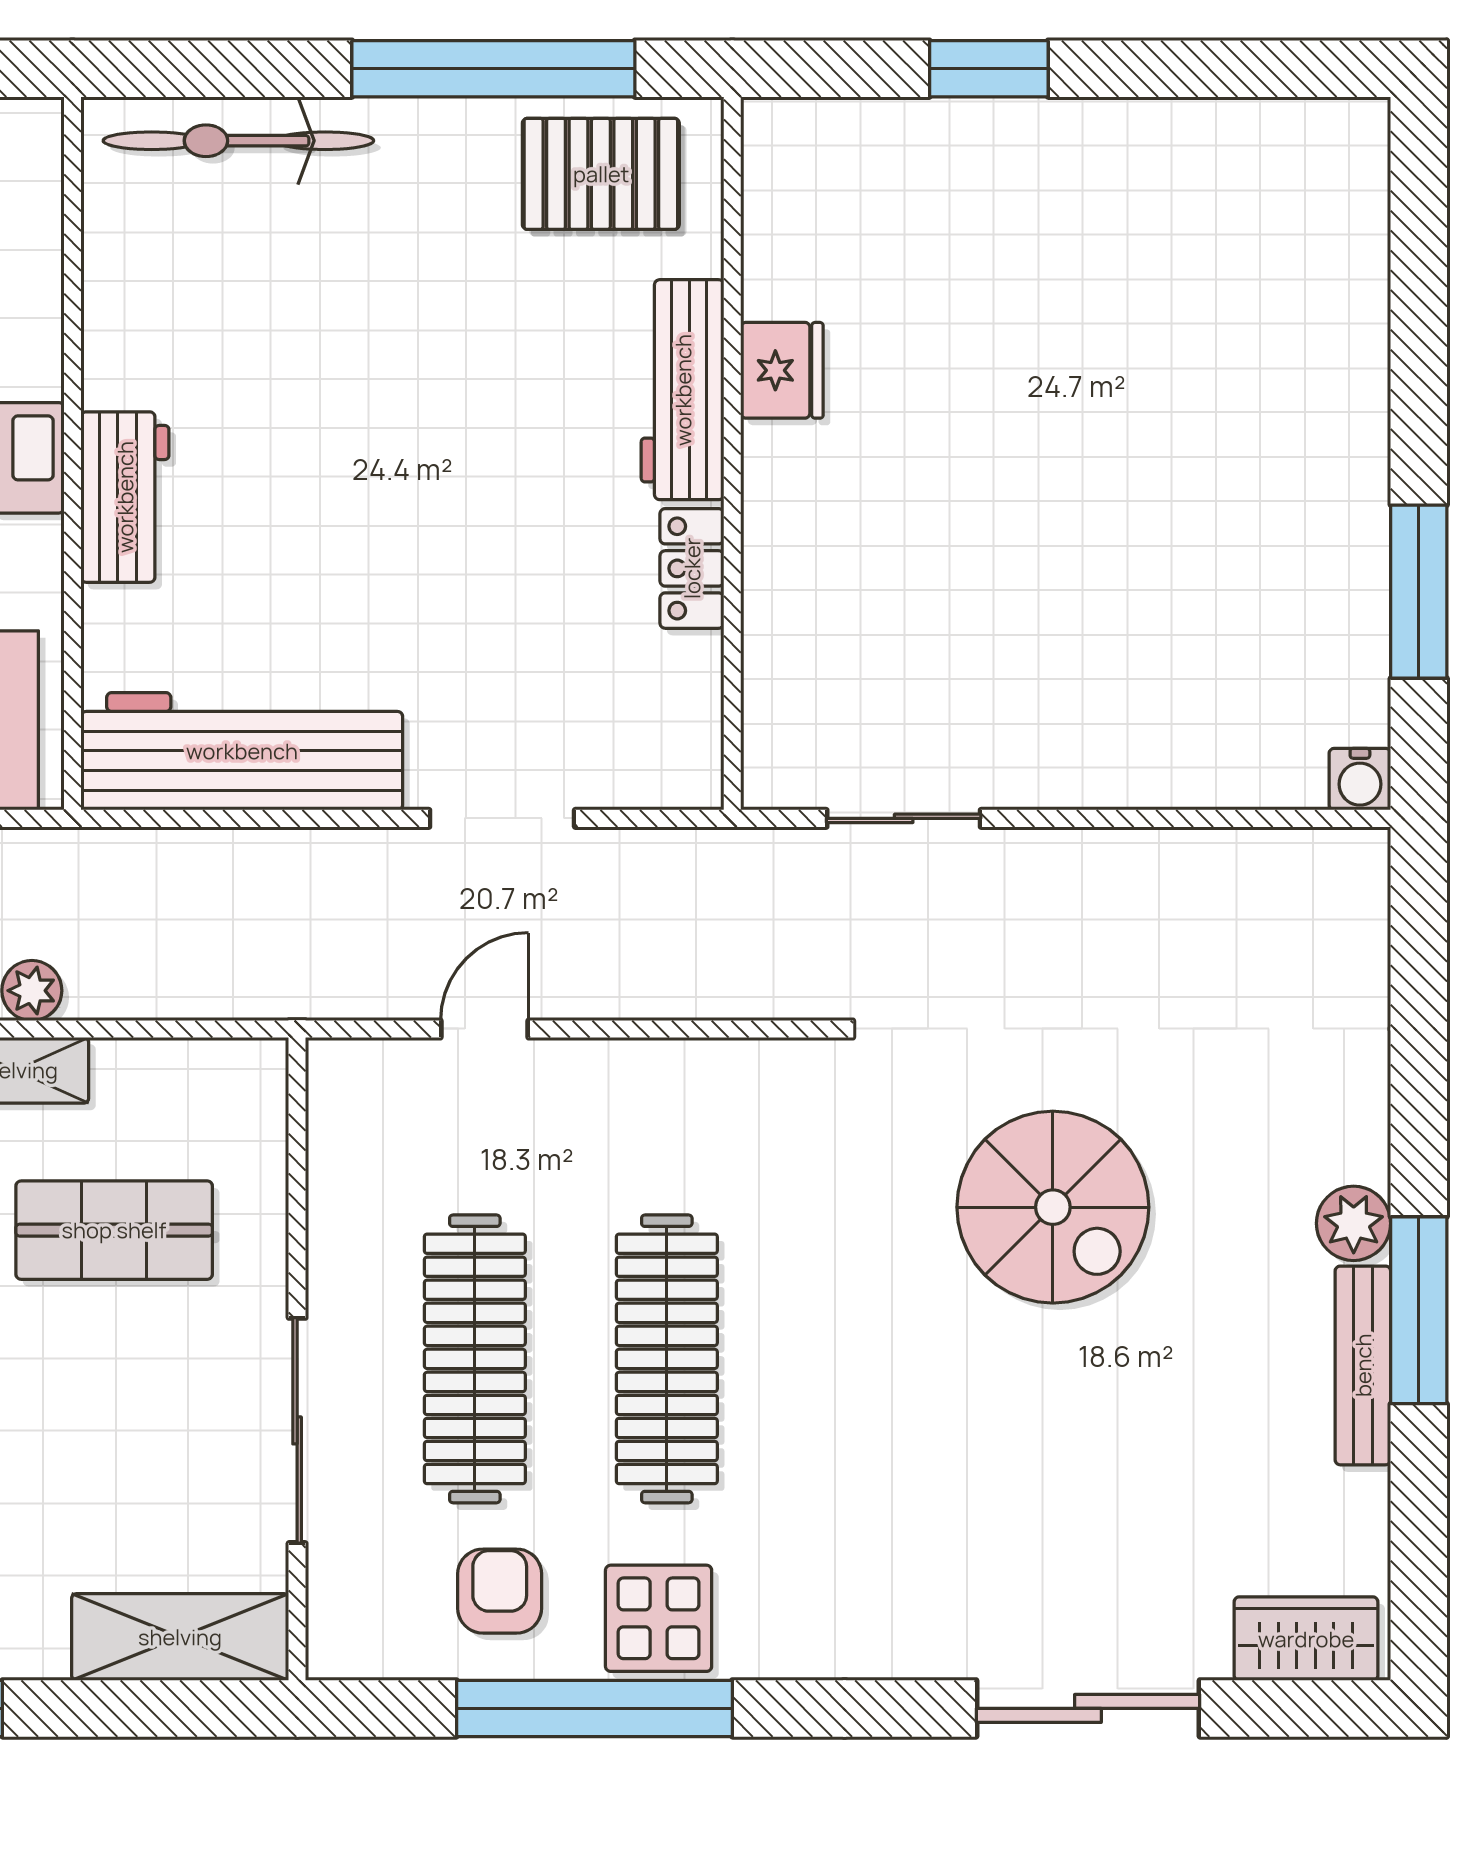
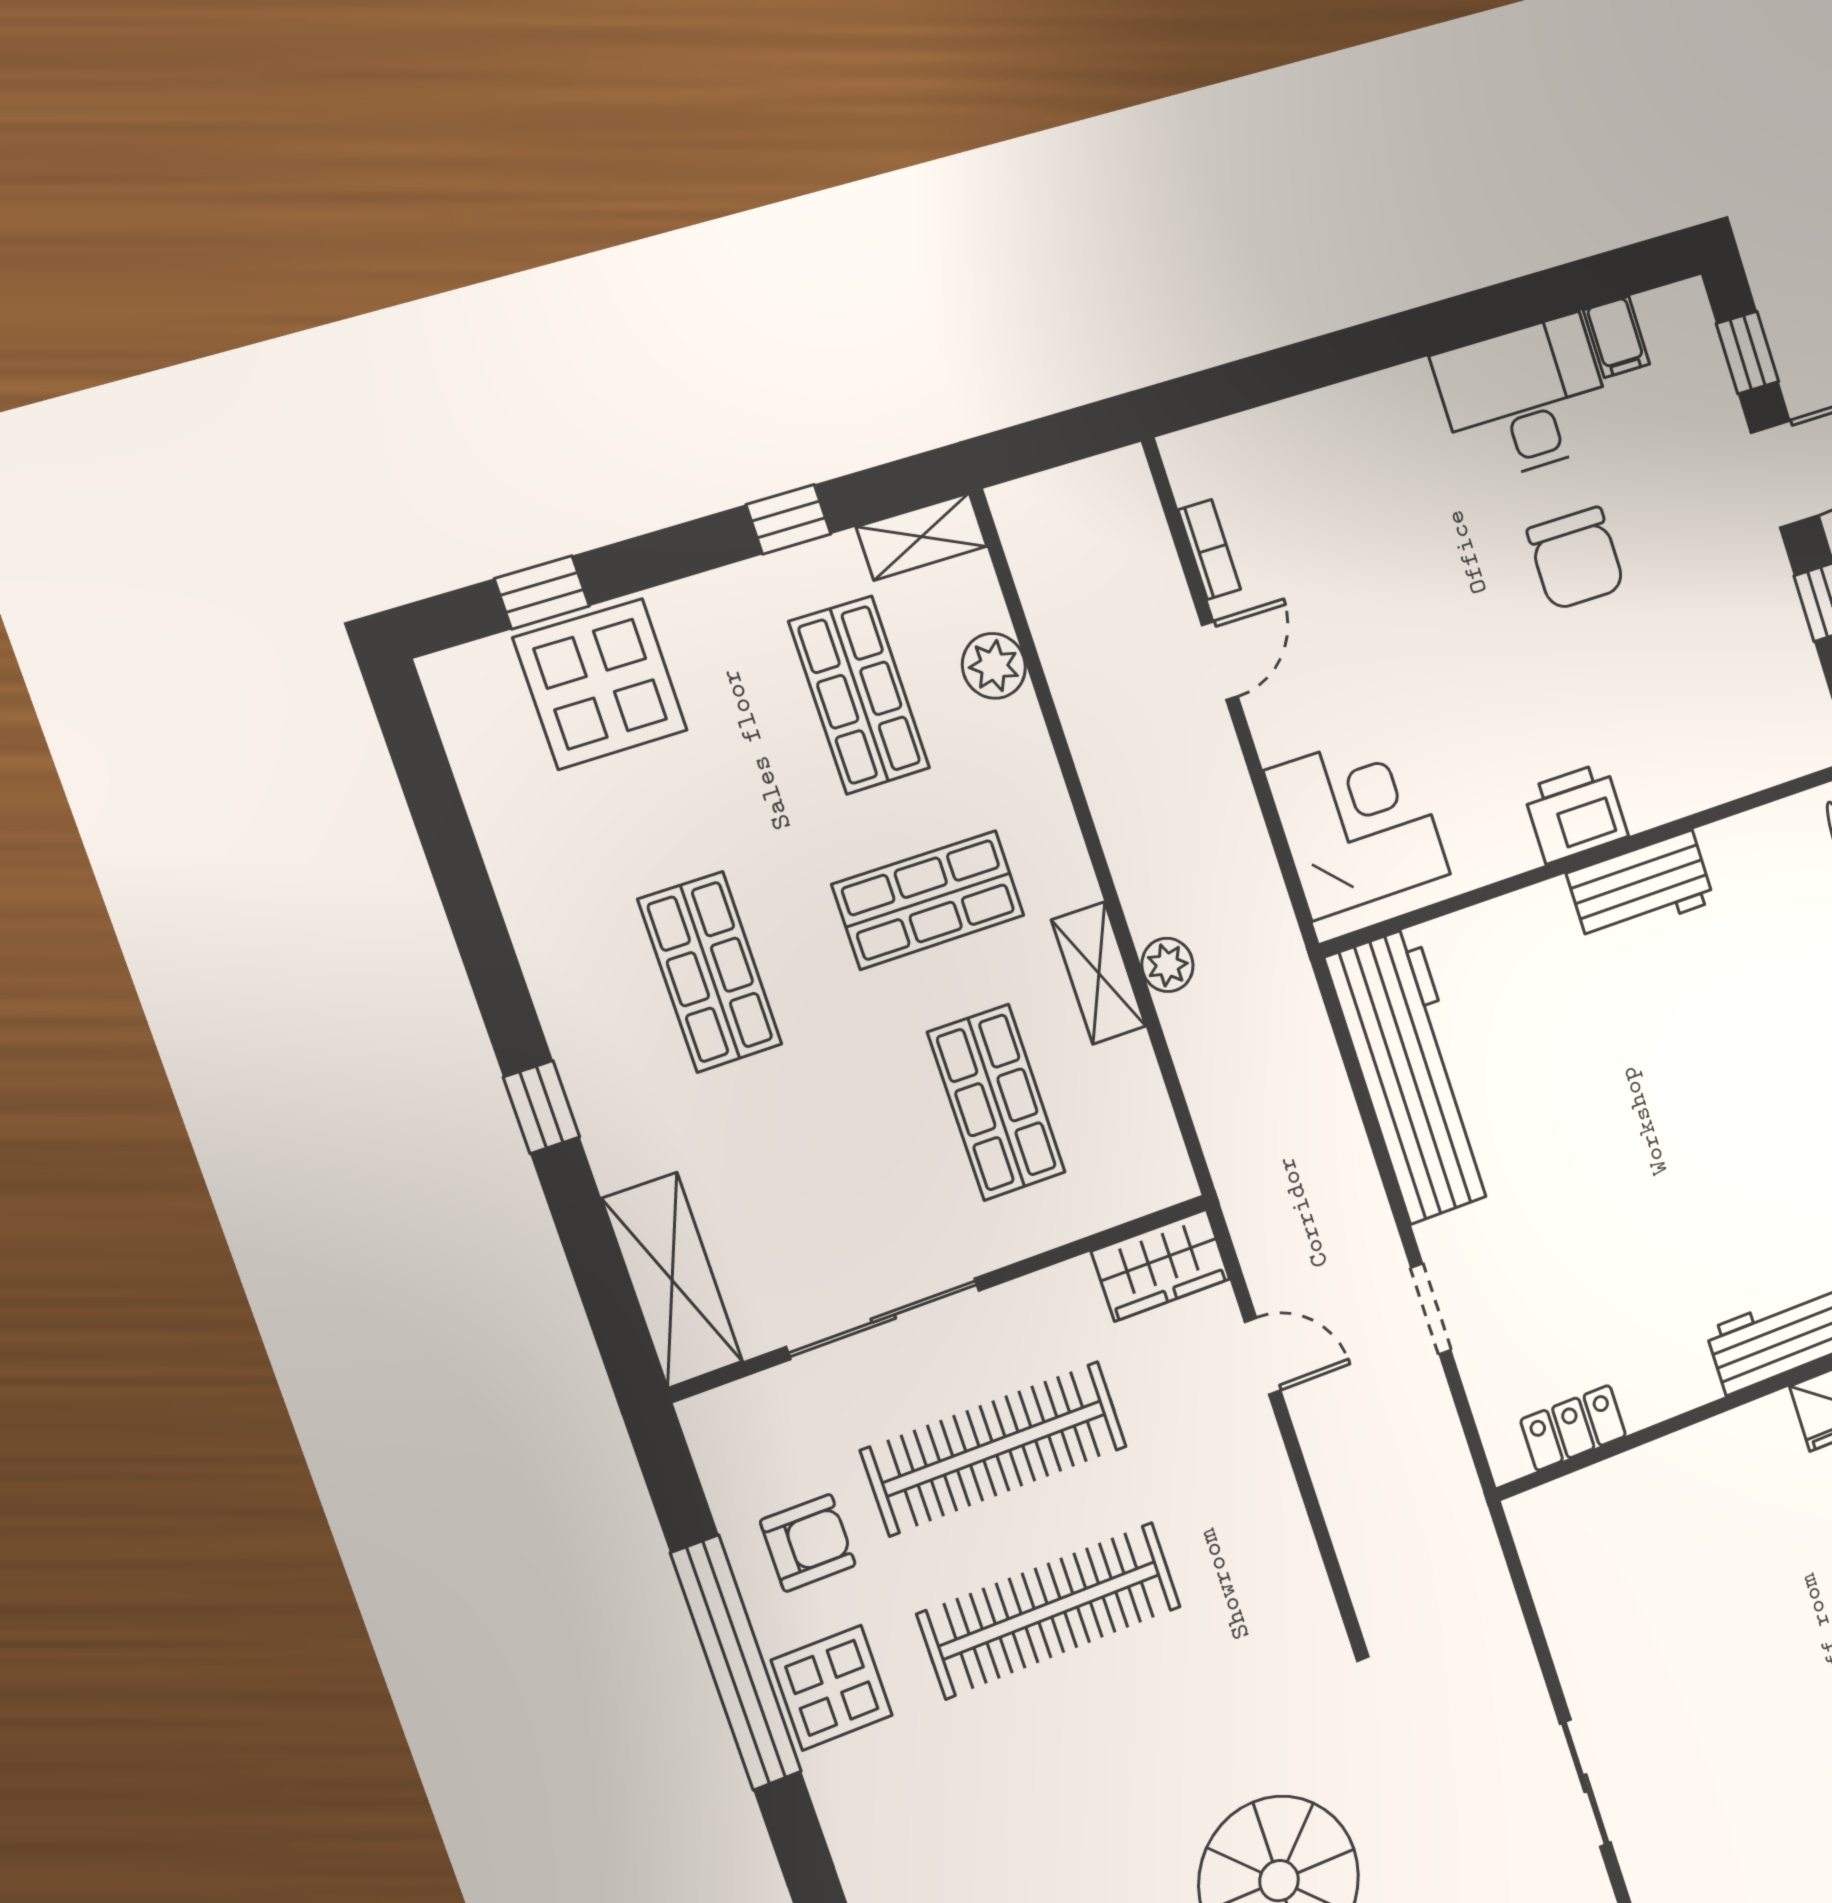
workbench: (125, 497) -> (1641, 887), moved
locker: (692, 568) -> (1573, 1428), moved
doorway: (502, 818) -> (1431, 1309), width x0.73
sliding door: (904, 818) -> (1585, 1783), moved
wardrobe: (347, 1109) -> (1161, 1265), added

